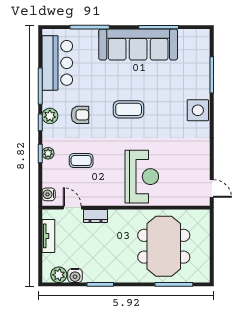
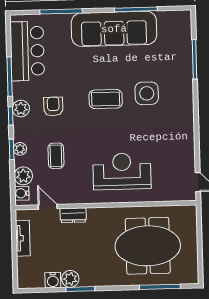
side table: (198, 110) -> (147, 93), moved
armchair: (80, 115) -> (53, 106), turned -90
coffee table: (81, 161) -> (56, 156), turned 90
reception desk: (142, 177) -> (122, 171), turned -90
plant: (50, 178) -> (23, 176), added
meeting table: (164, 246) -> (148, 246), turned 90
plant: (59, 275) -> (70, 279), moved

